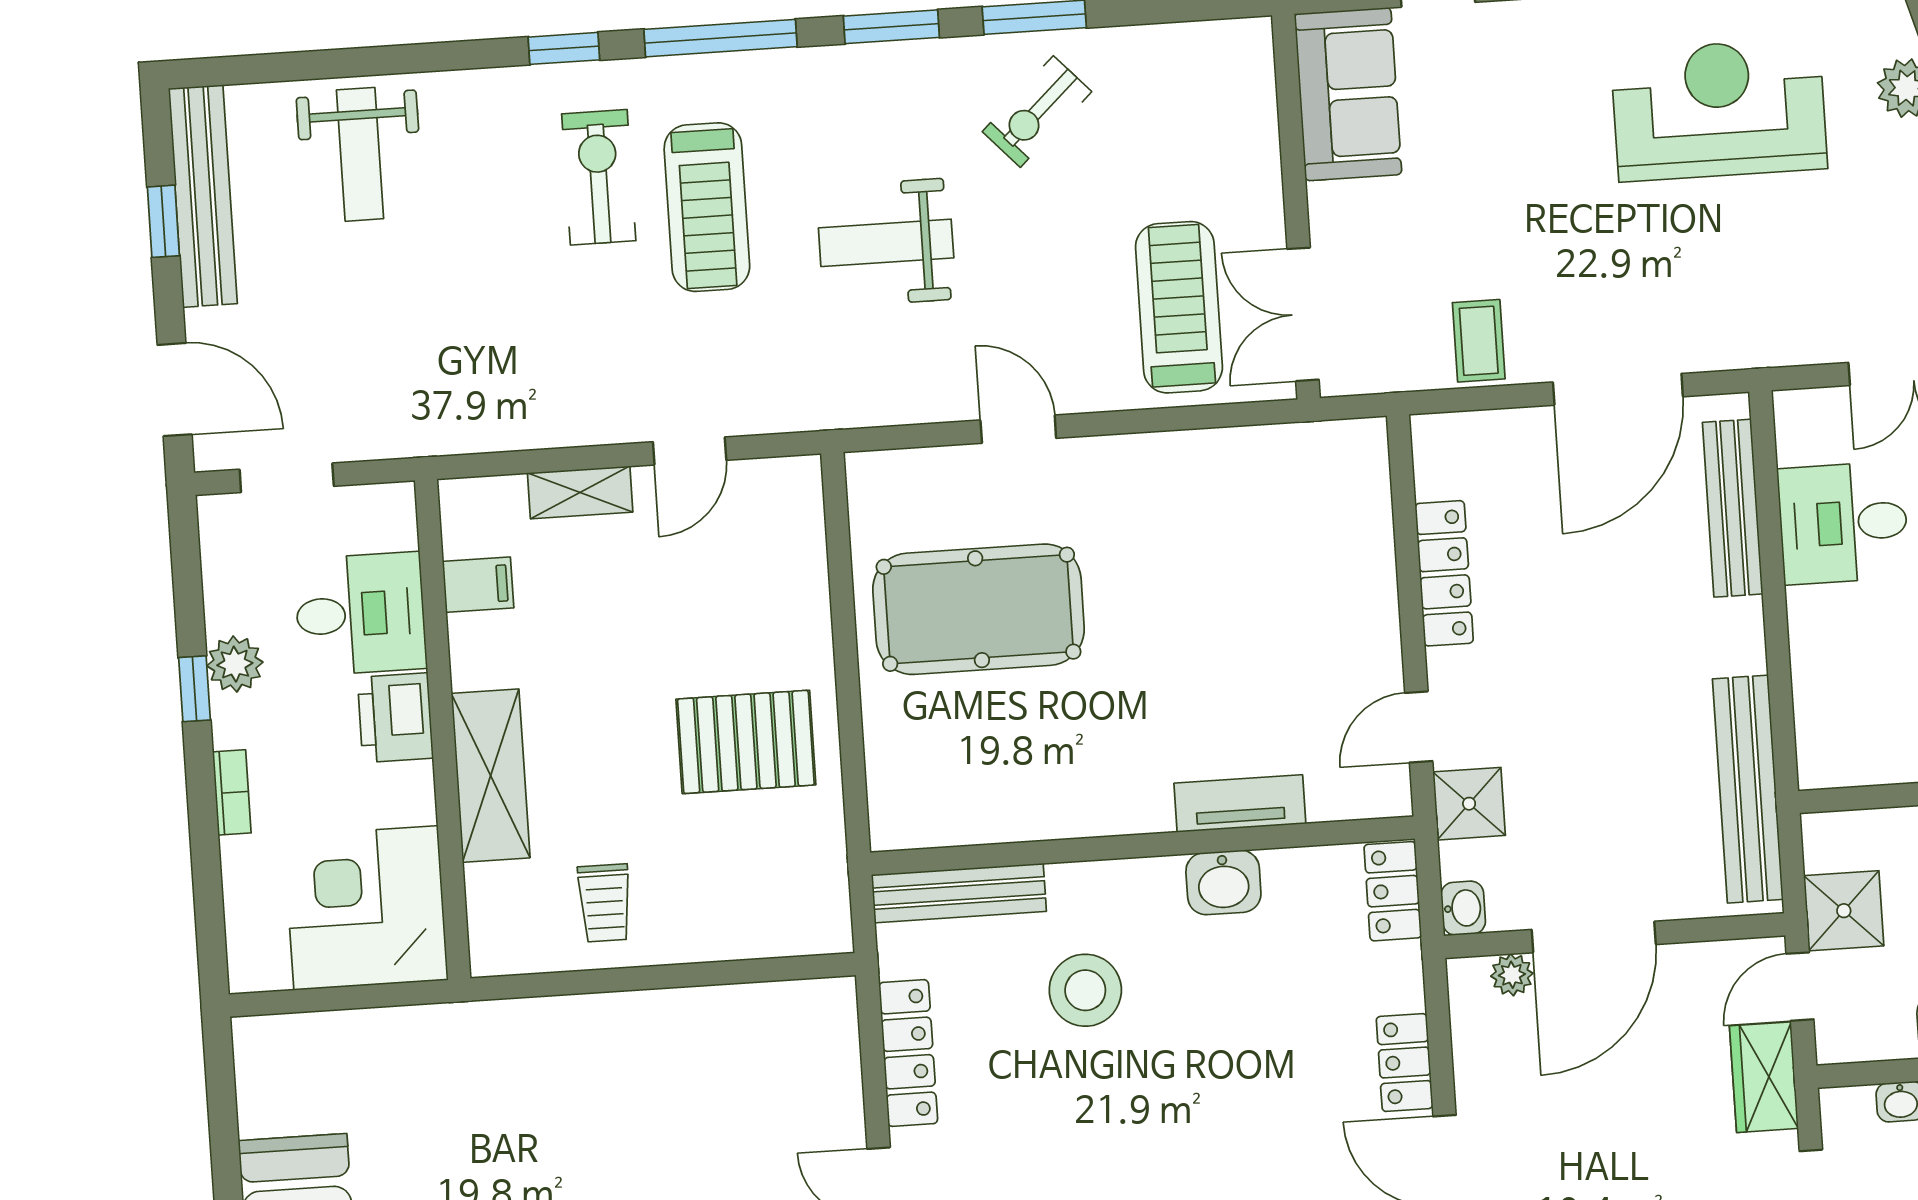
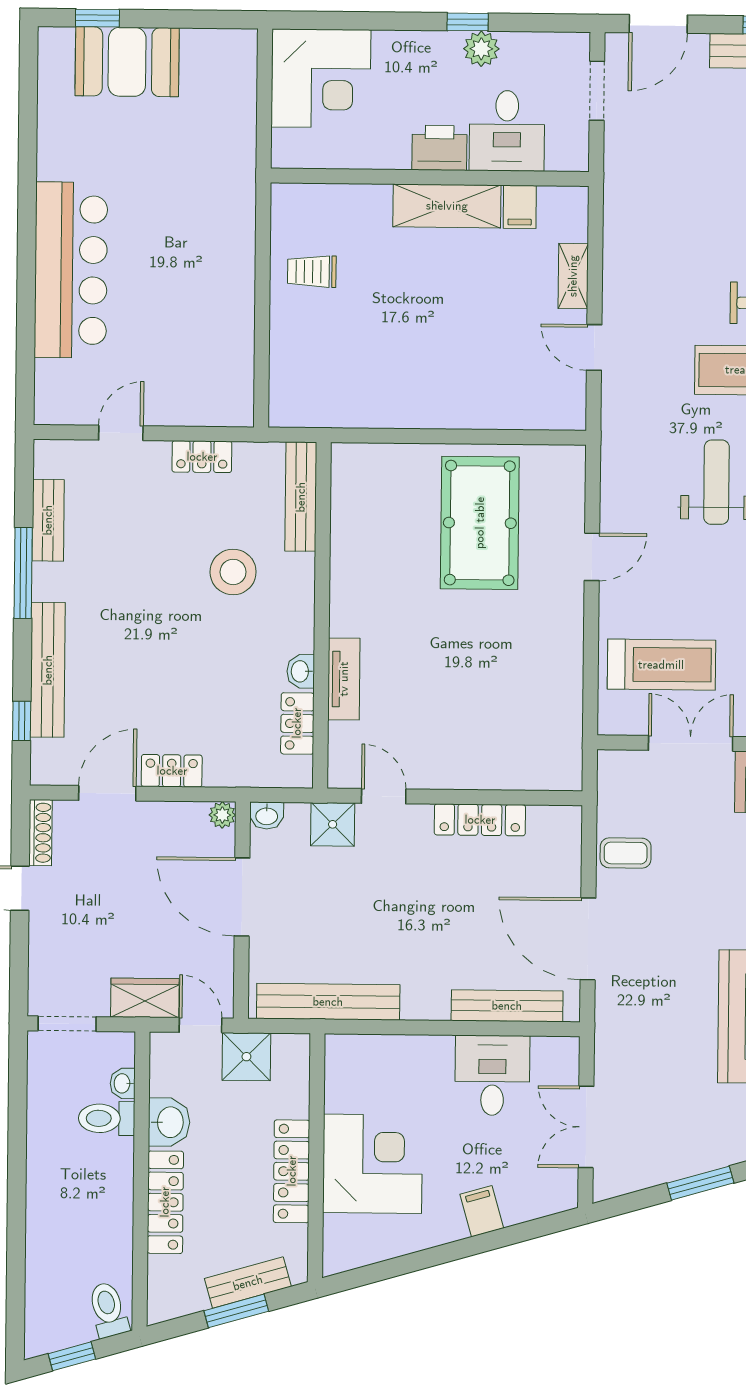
double door: (1303, 314) -> (691, 743), moved
pallet: (746, 742) -> (407, 369), removed
shelving: (491, 776) -> (447, 206), moved
bookcase: (232, 792) -> (400, 41), removed
washbasin: (1223, 882) -> (301, 671), width x0.72, depth x0.69
locker: (1393, 891) -> (297, 723), moved, turned -90
corner desk: (366, 908) -> (321, 78), moved, turned 90
plant: (1512, 975) -> (222, 815), moved
locker: (908, 1053) -> (202, 457), width x0.66

